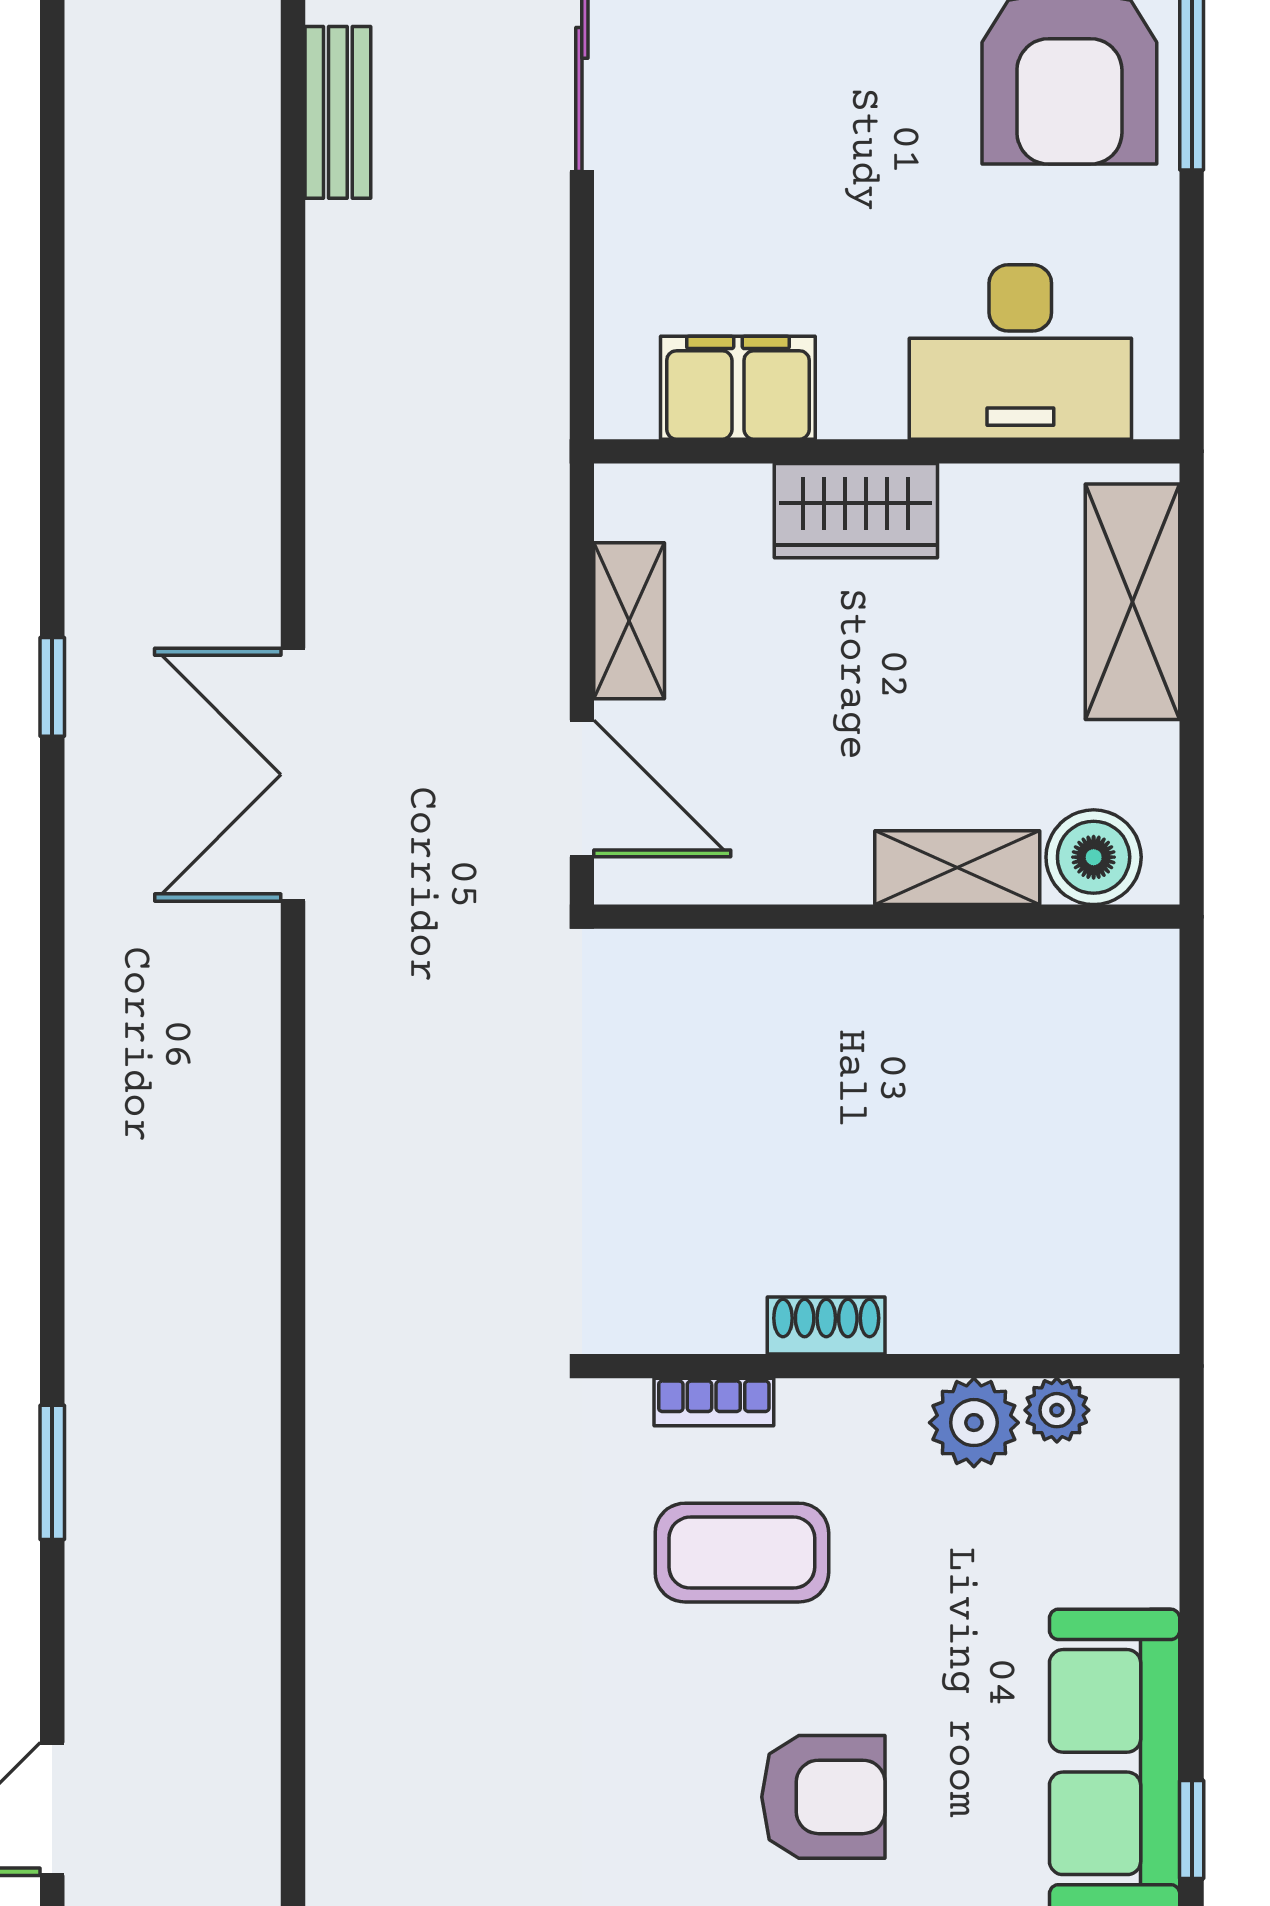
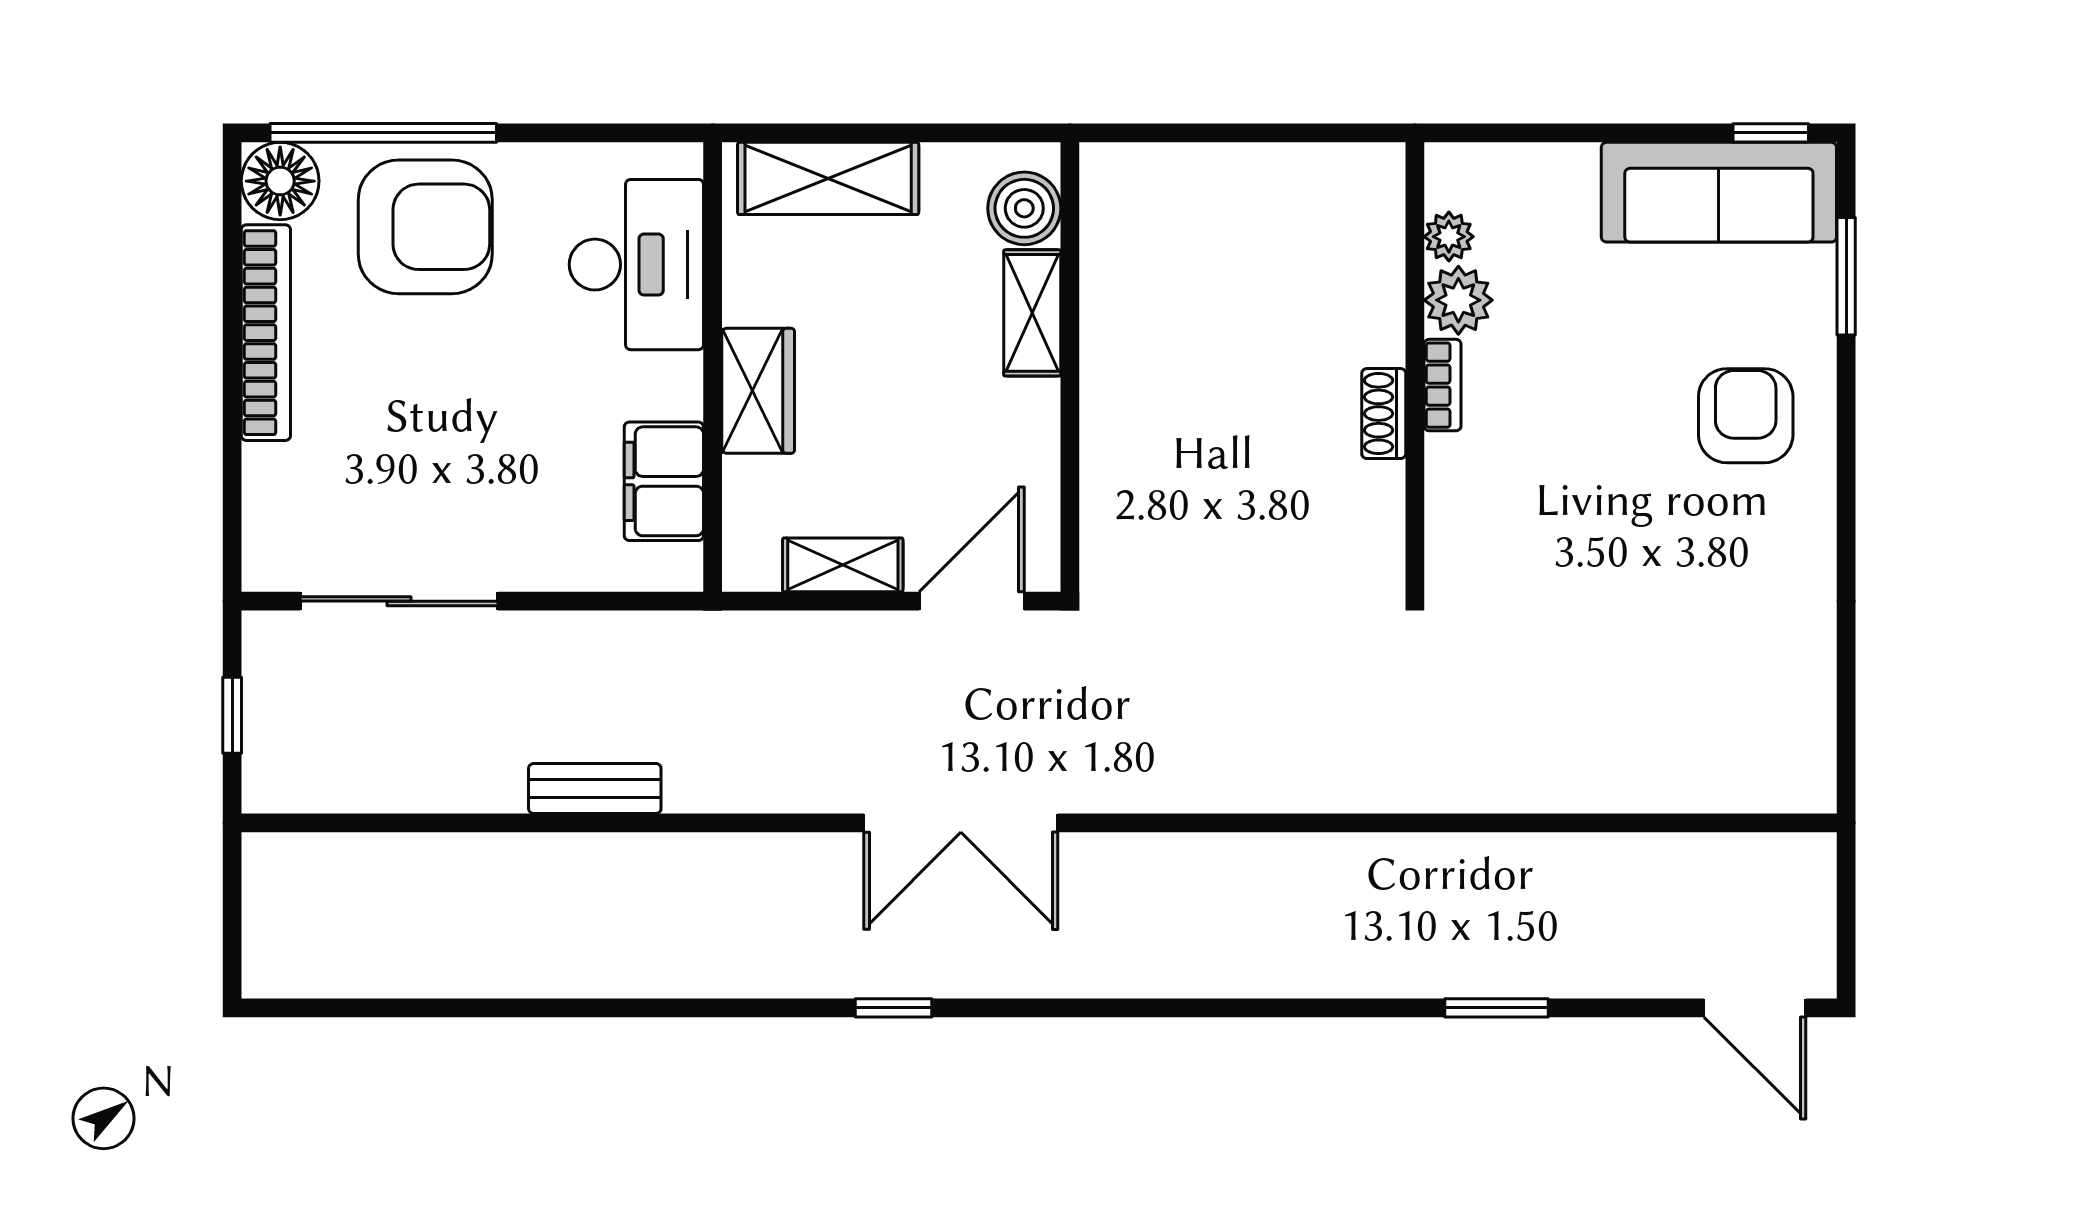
bench: (338, 112) -> (595, 788), moved
bookcase: (714, 1402) -> (1443, 385), moved
coffee table: (742, 1553) -> (1558, 478), removed

